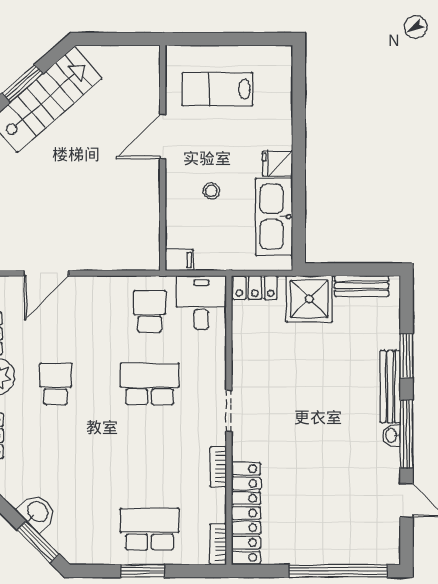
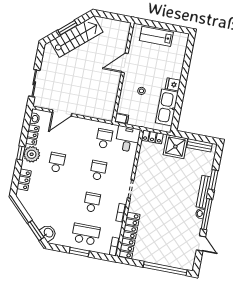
lab bench: (217, 89) -> (156, 36), moved
school desk: (150, 384) -> (98, 170), width x0.54
school desk: (150, 456) -> (92, 202), added
washbasin: (37, 512) -> (48, 233), moved

